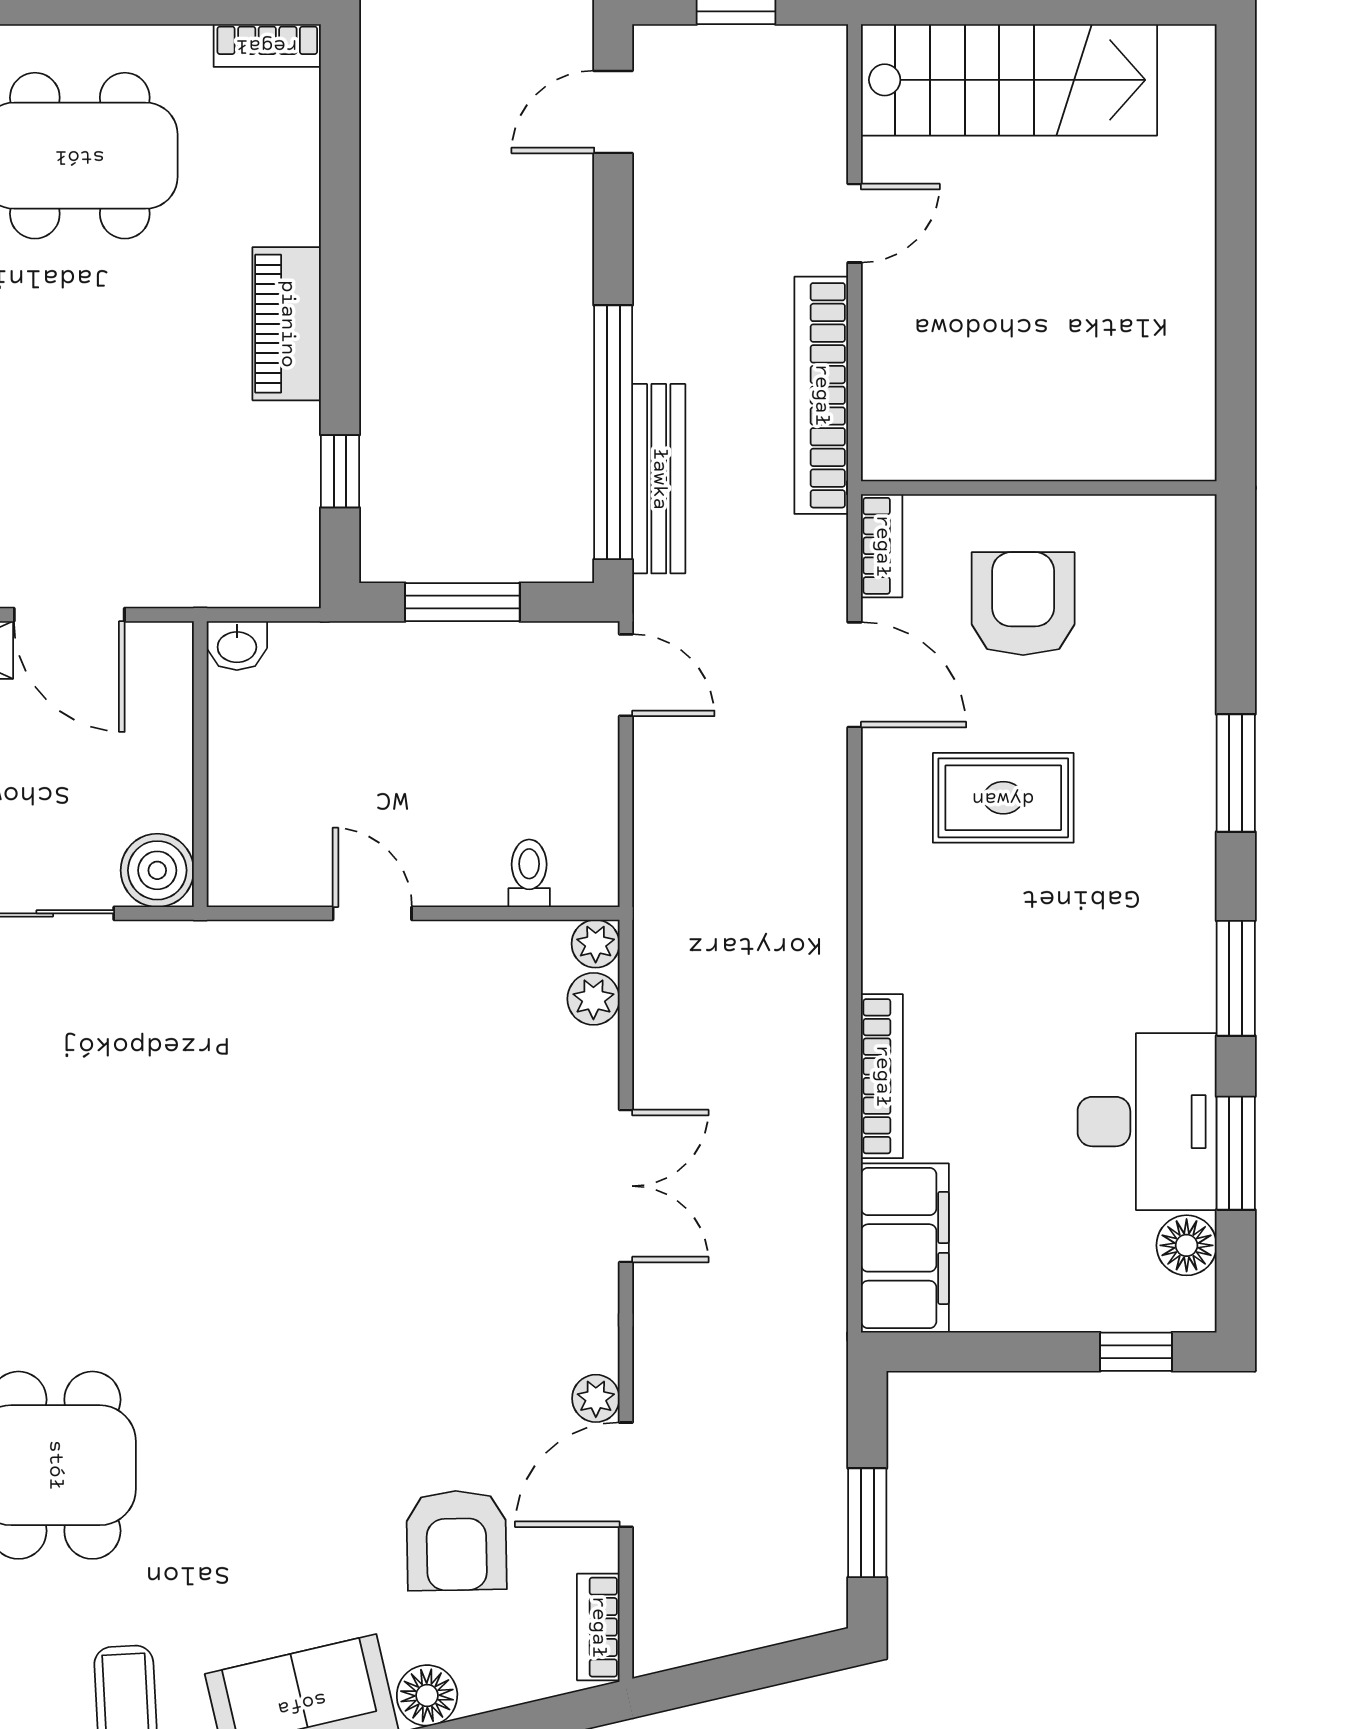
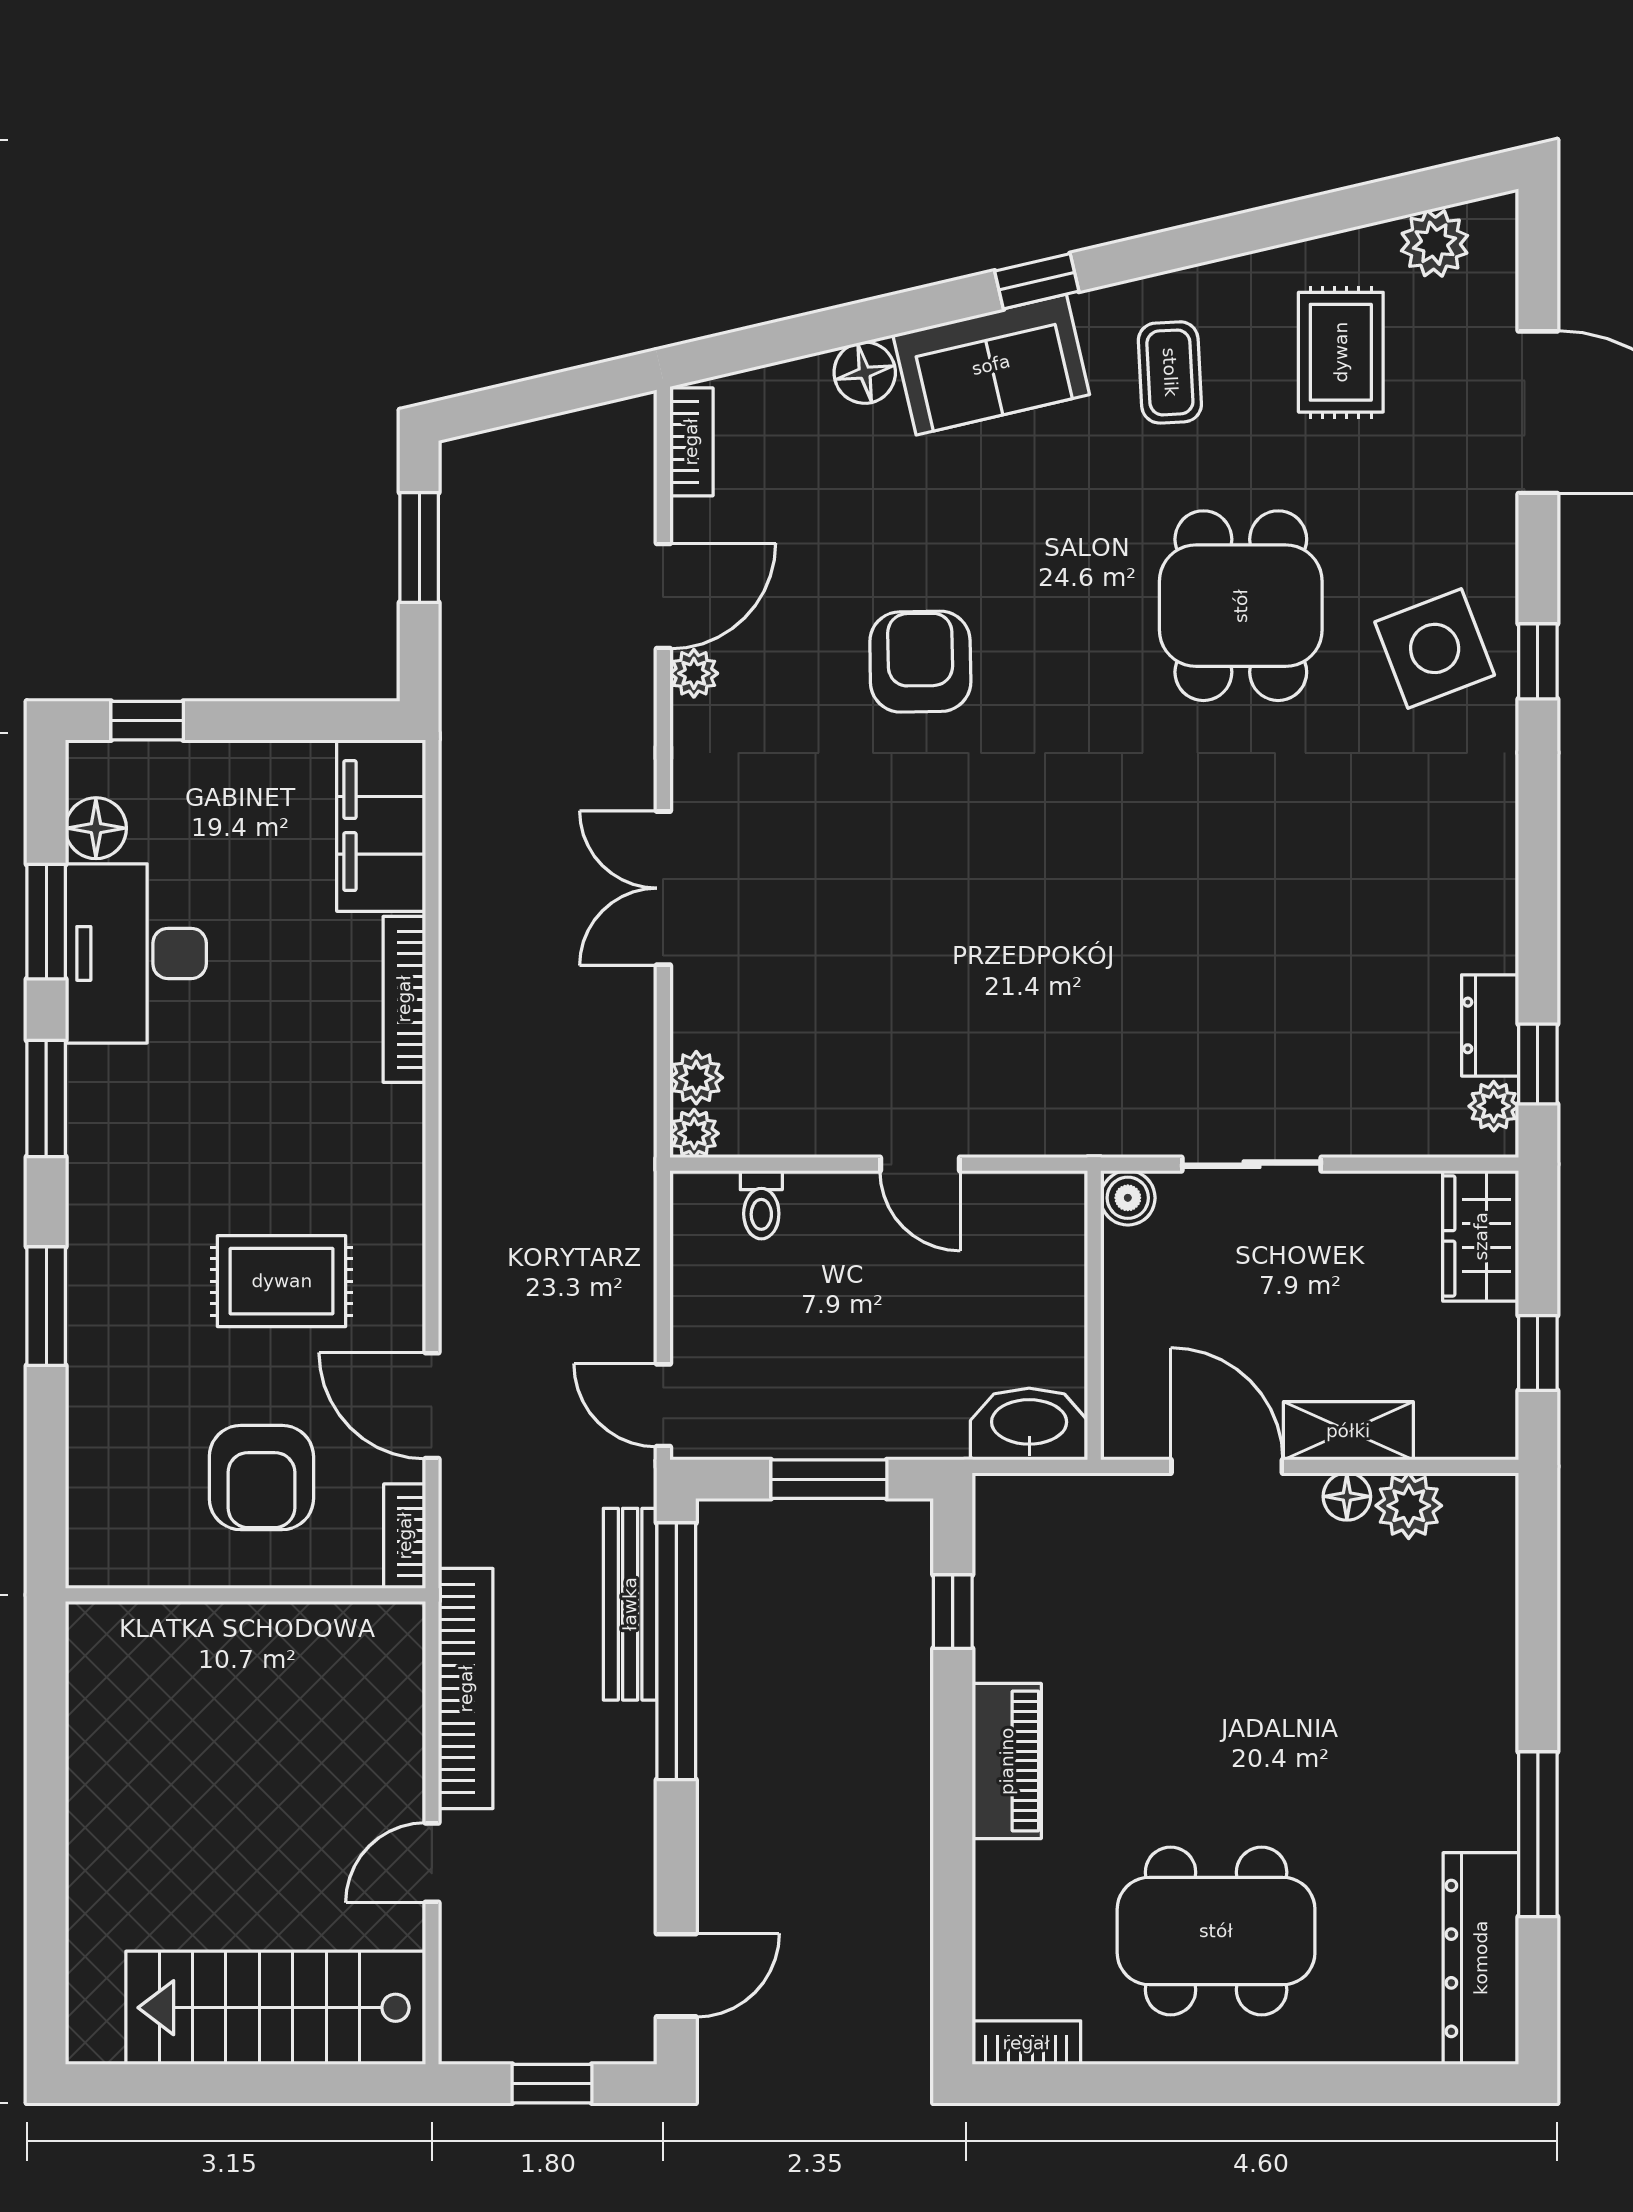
washbasin: (237, 646) -> (1029, 1424), width x1.91, depth x1.45
boiler: (157, 870) -> (1128, 1198), width x0.73, depth x0.73
armchair: (457, 1540) -> (920, 662), moved

